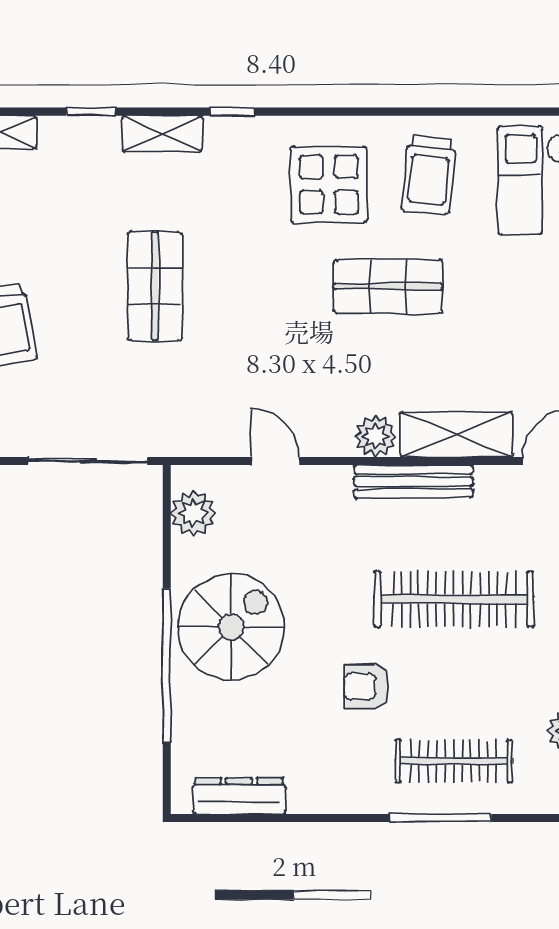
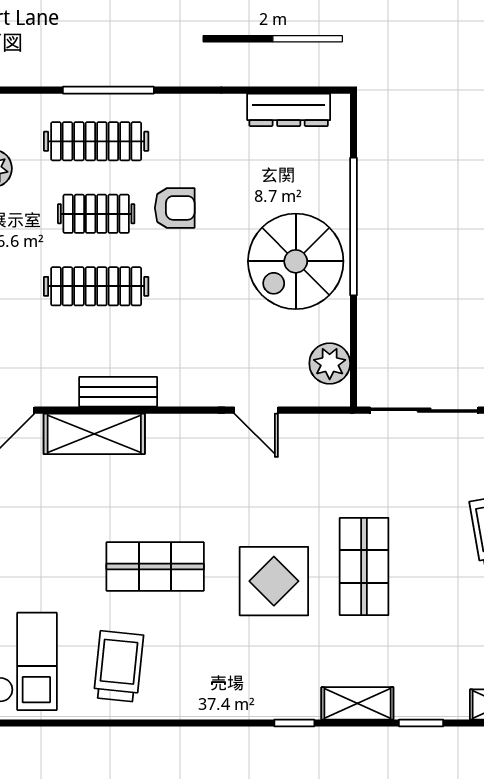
display table: (329, 184) -> (274, 581), moved
plant: (376, 436) -> (166, 432), removed
bench: (414, 481) -> (118, 392), width x0.73
clothes rail: (454, 599) -> (96, 286), width x0.73, depth x0.76
clothes rail: (454, 680) -> (96, 214), added

